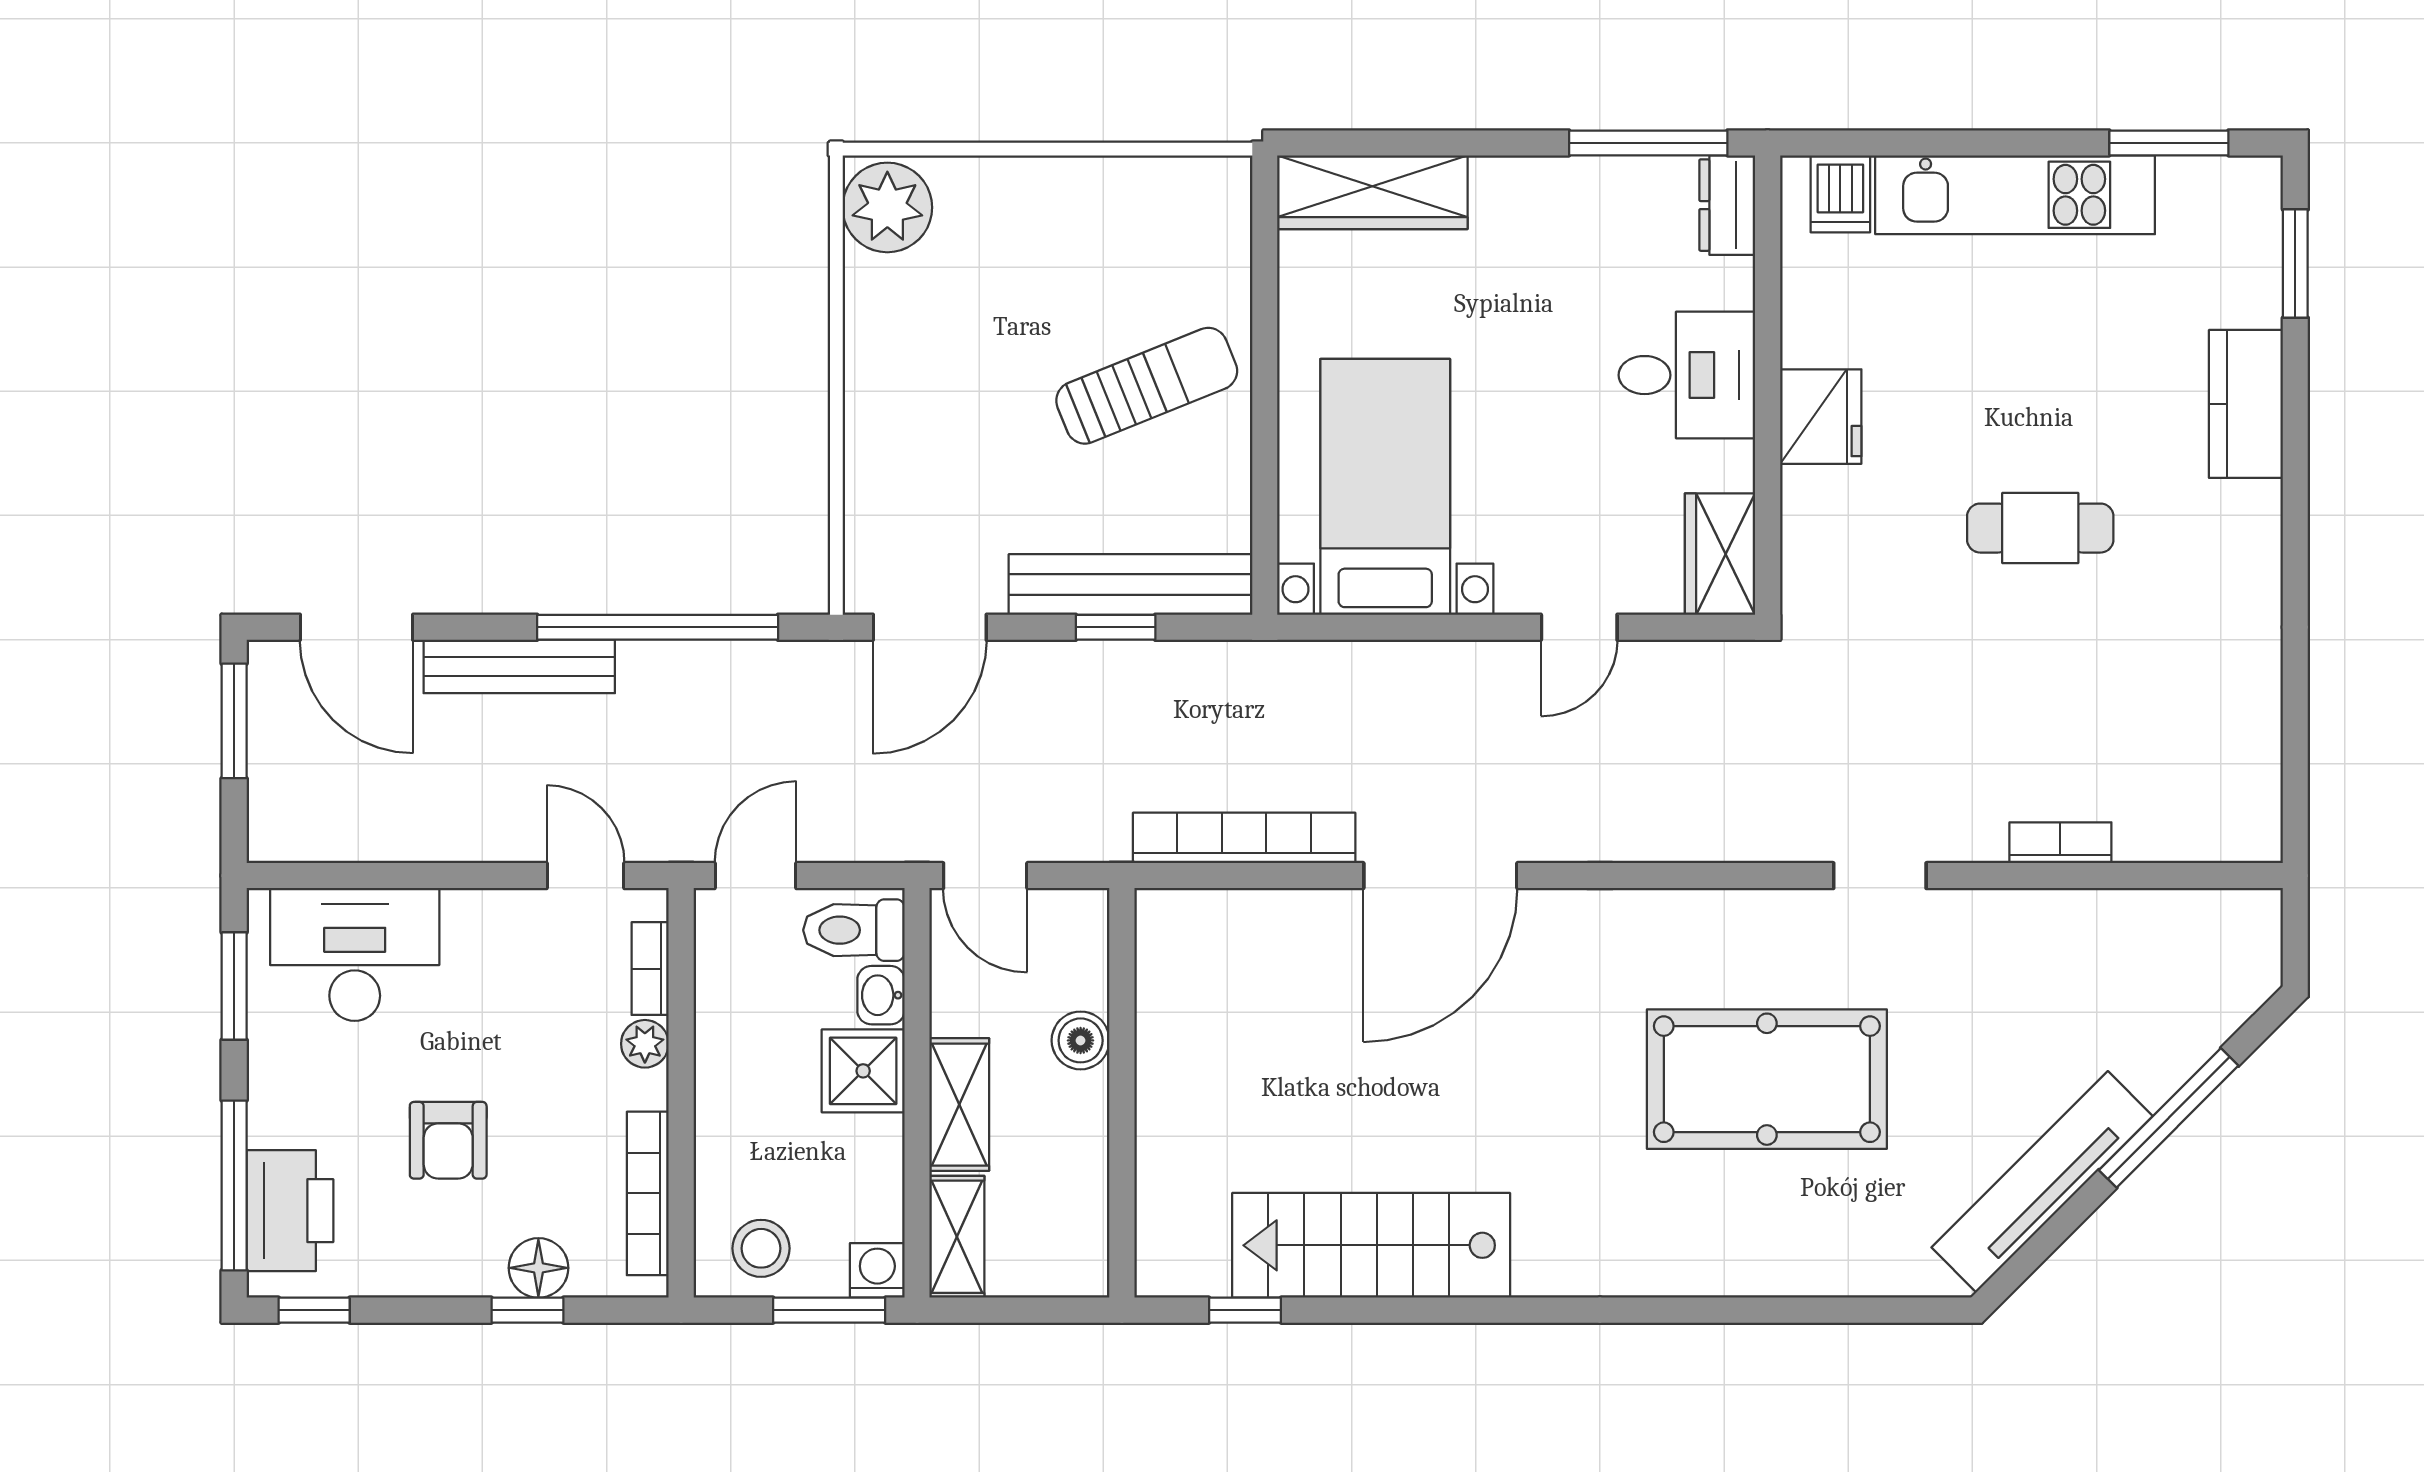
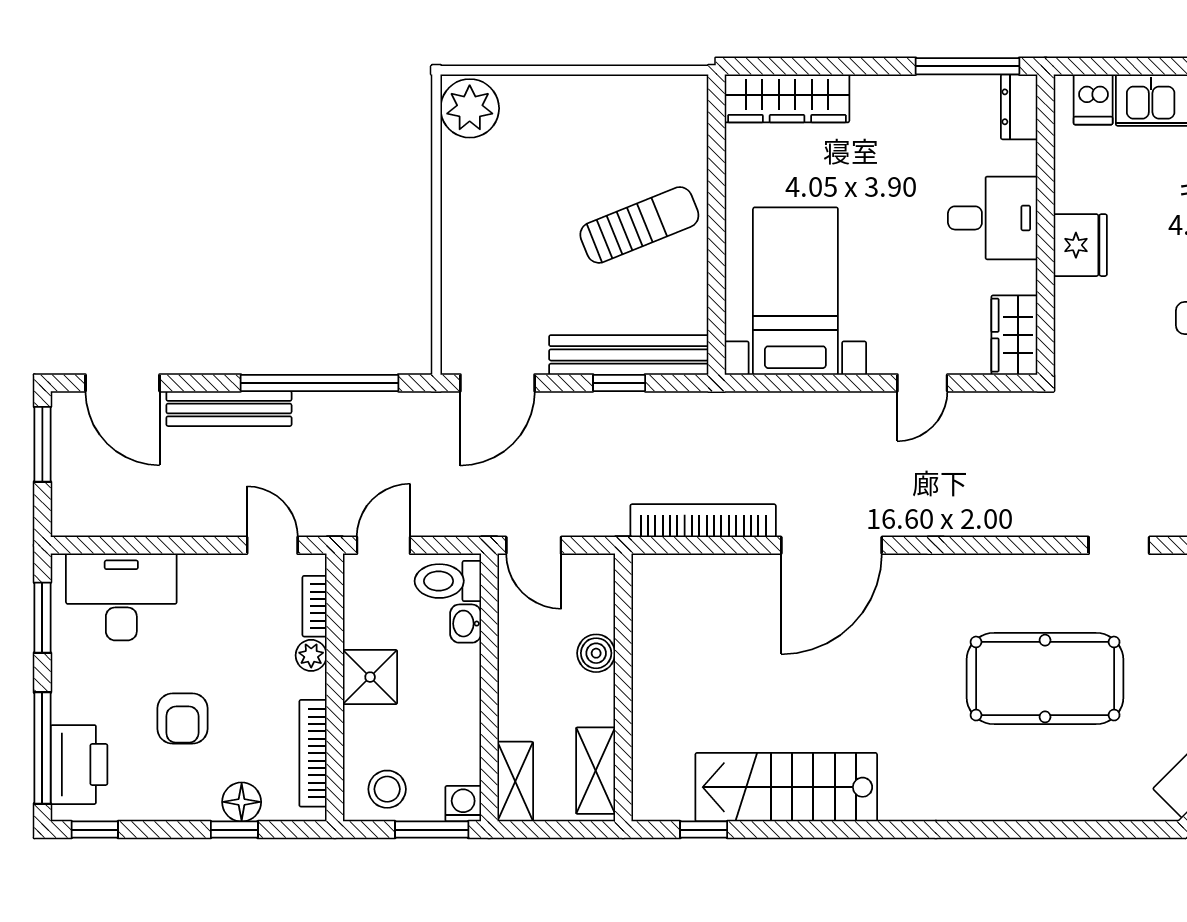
shower: (863, 1071) -> (370, 677), moved
shelving: (959, 1105) -> (596, 771), moved

